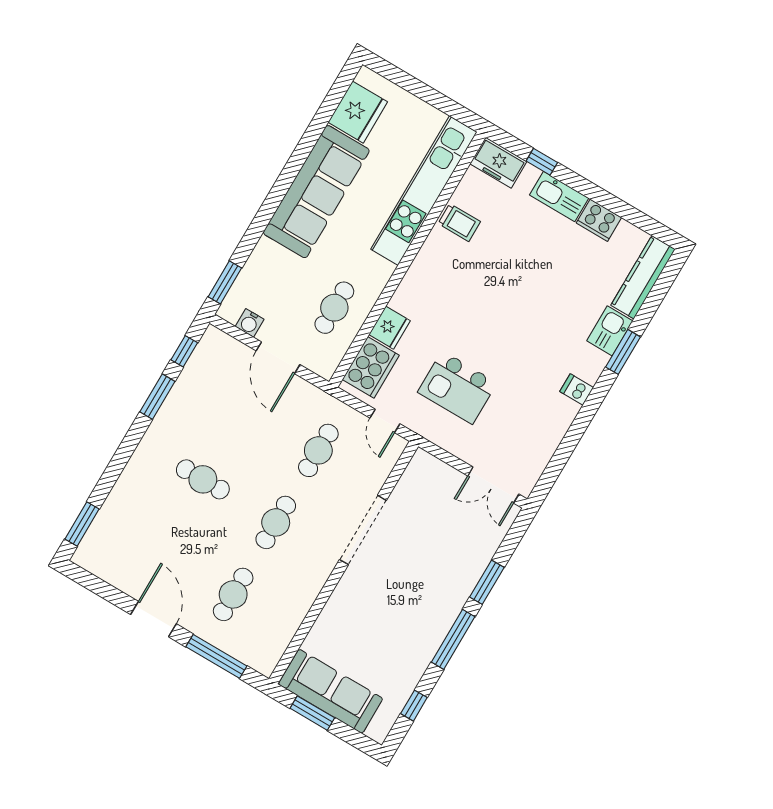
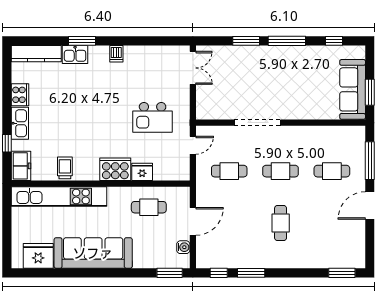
cooker: (371, 367) -> (115, 169), moved
kitchen island: (457, 387) -> (153, 117), turned 90

